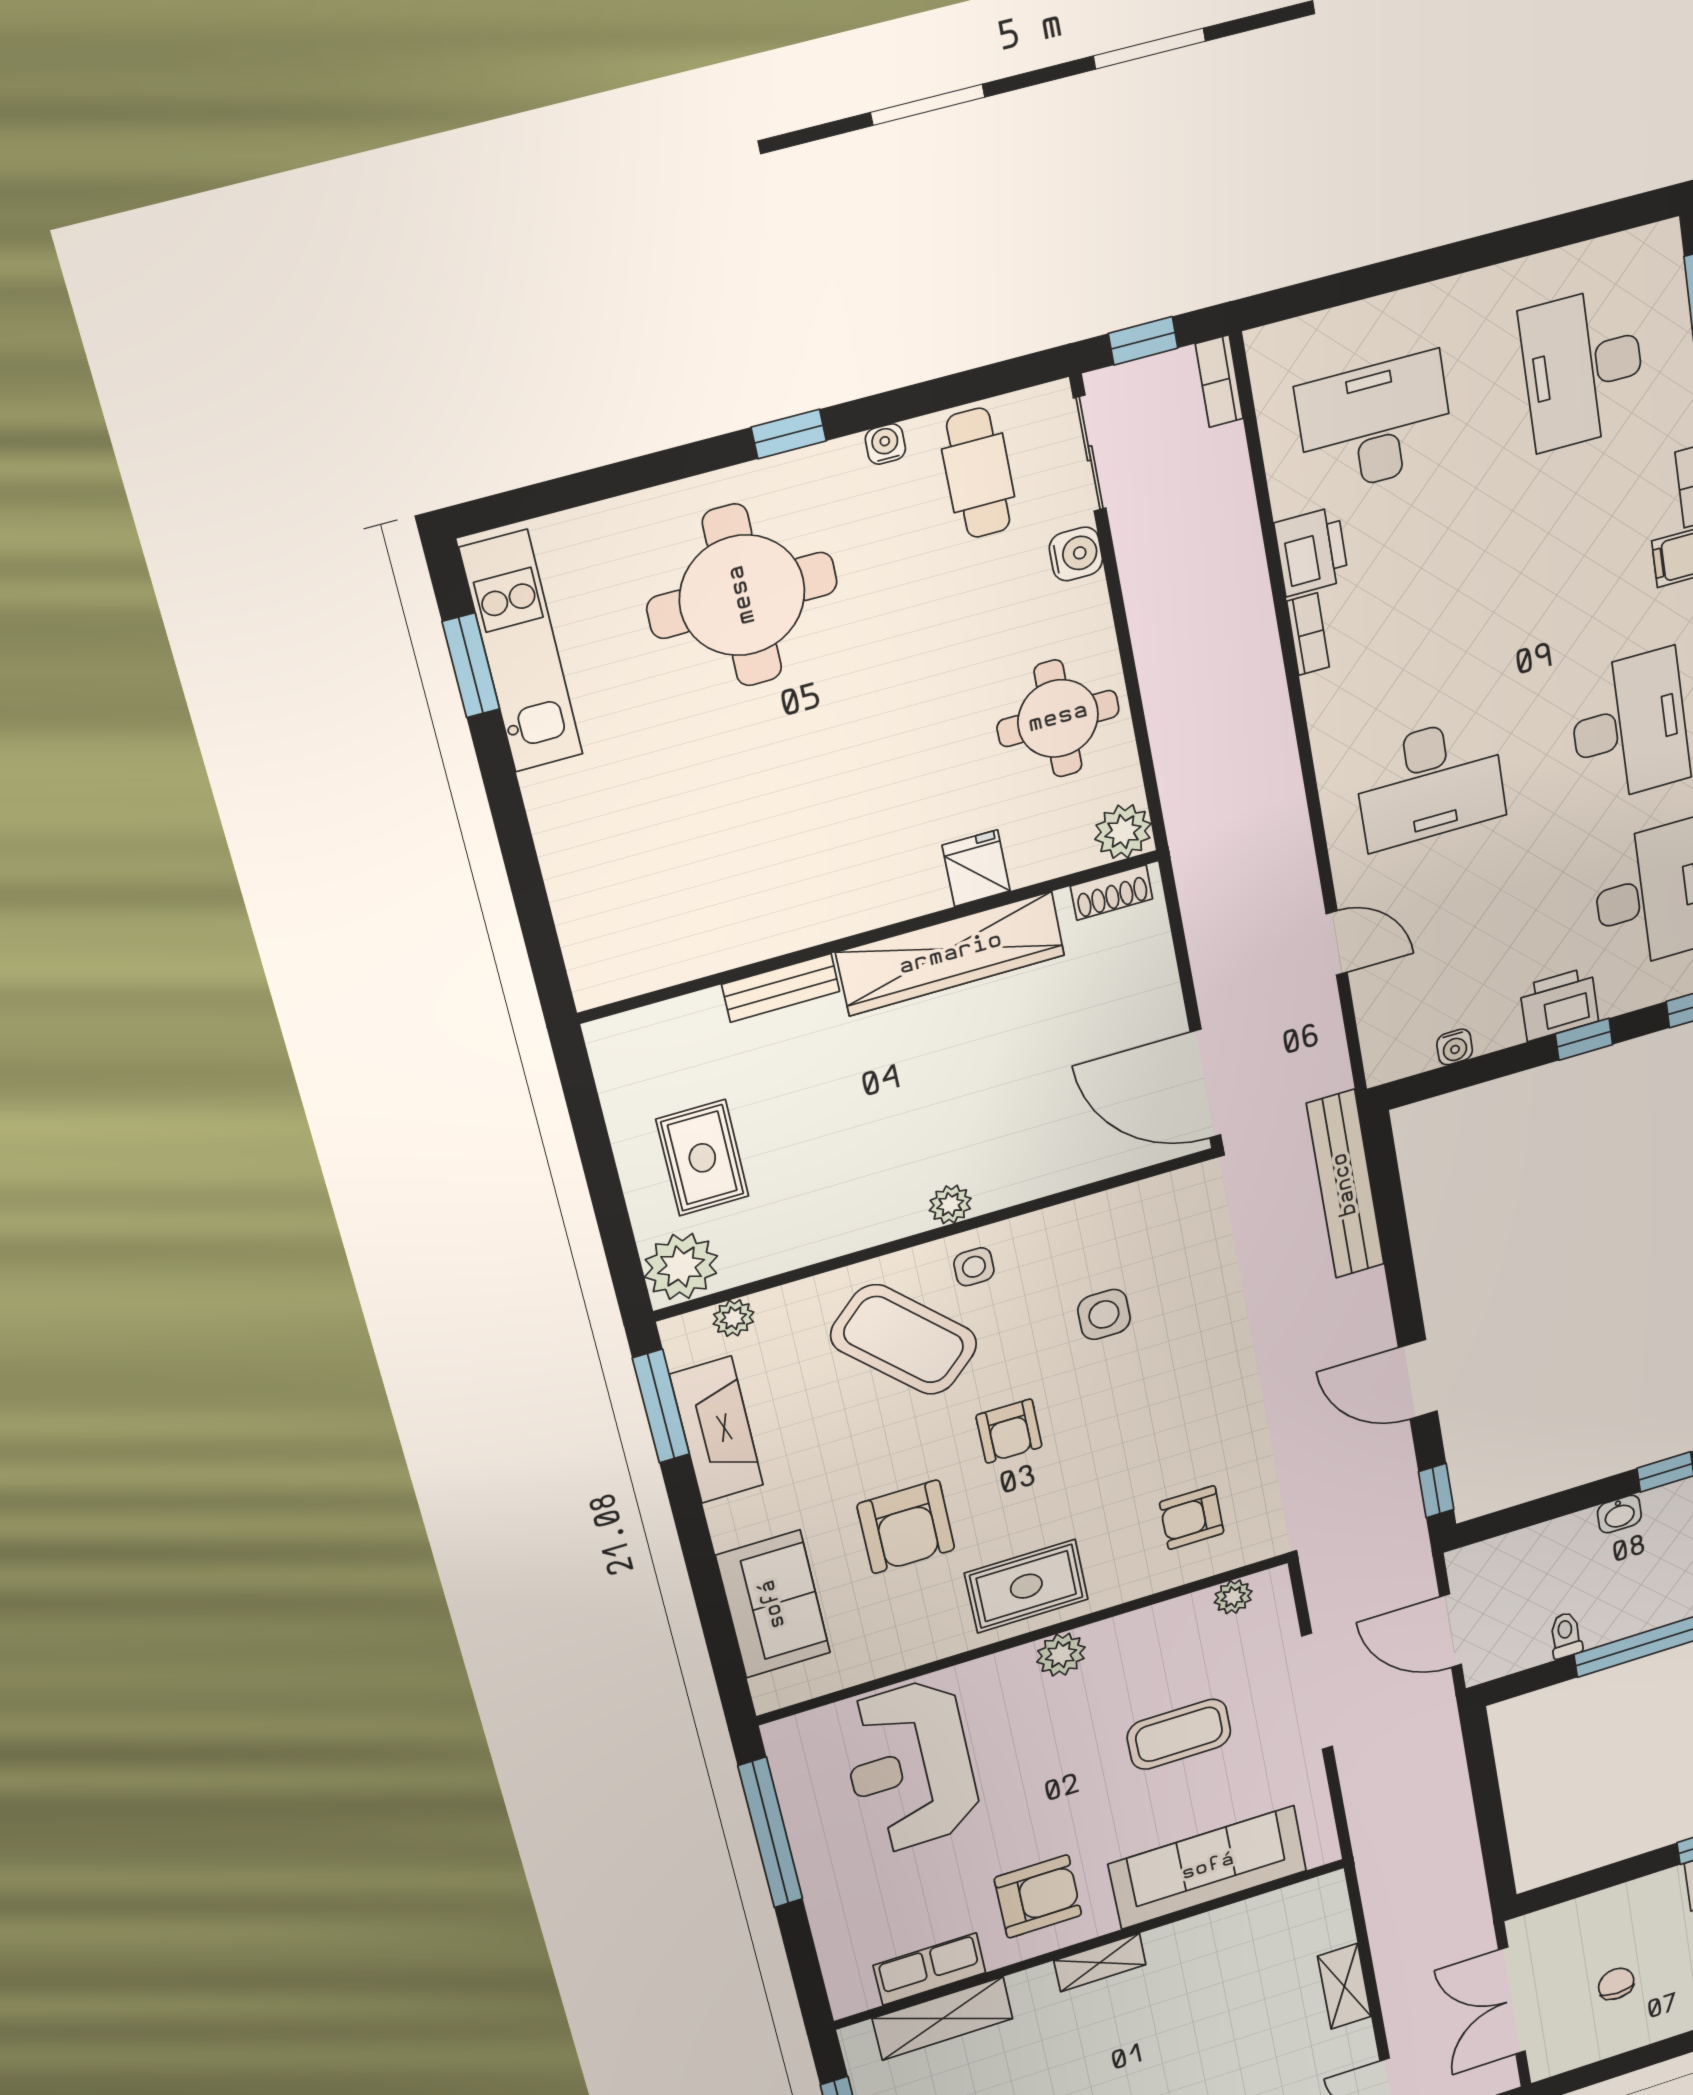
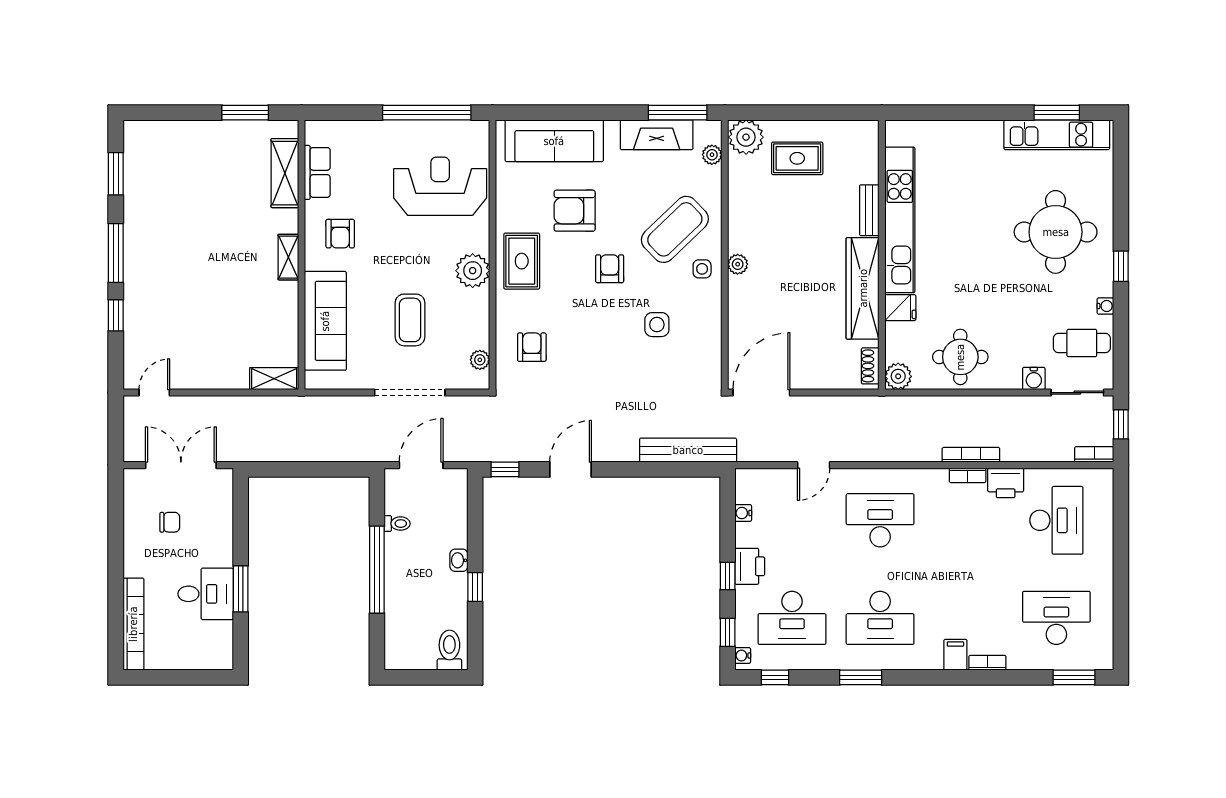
bookcase: (1264, 639) -> (971, 455), added
desk: (1430, 783) -> (880, 520), turned 90
kitchen unit: (788, 922) -> (900, 220), added
armchair: (1009, 1431) -> (610, 269), turned 90
sofa: (773, 1604) -> (554, 141), width x1.36
plant: (1061, 1655) -> (473, 271), width x1.36, depth x1.36
armchair: (1038, 1897) -> (340, 234), width x0.72, depth x0.72
shelving: (1344, 1986) -> (274, 379), moved

